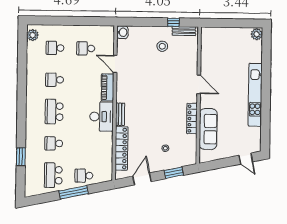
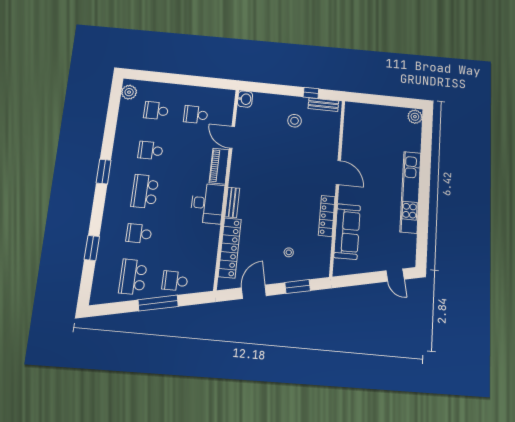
window: (22, 99) -> (104, 172), added

